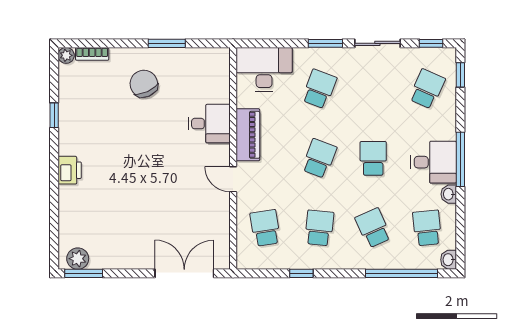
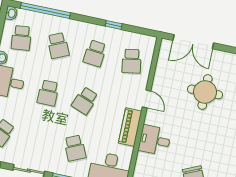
school desk: (319, 89) -> (75, 148), turned -45
round table: (153, 206) -> (205, 92), added

